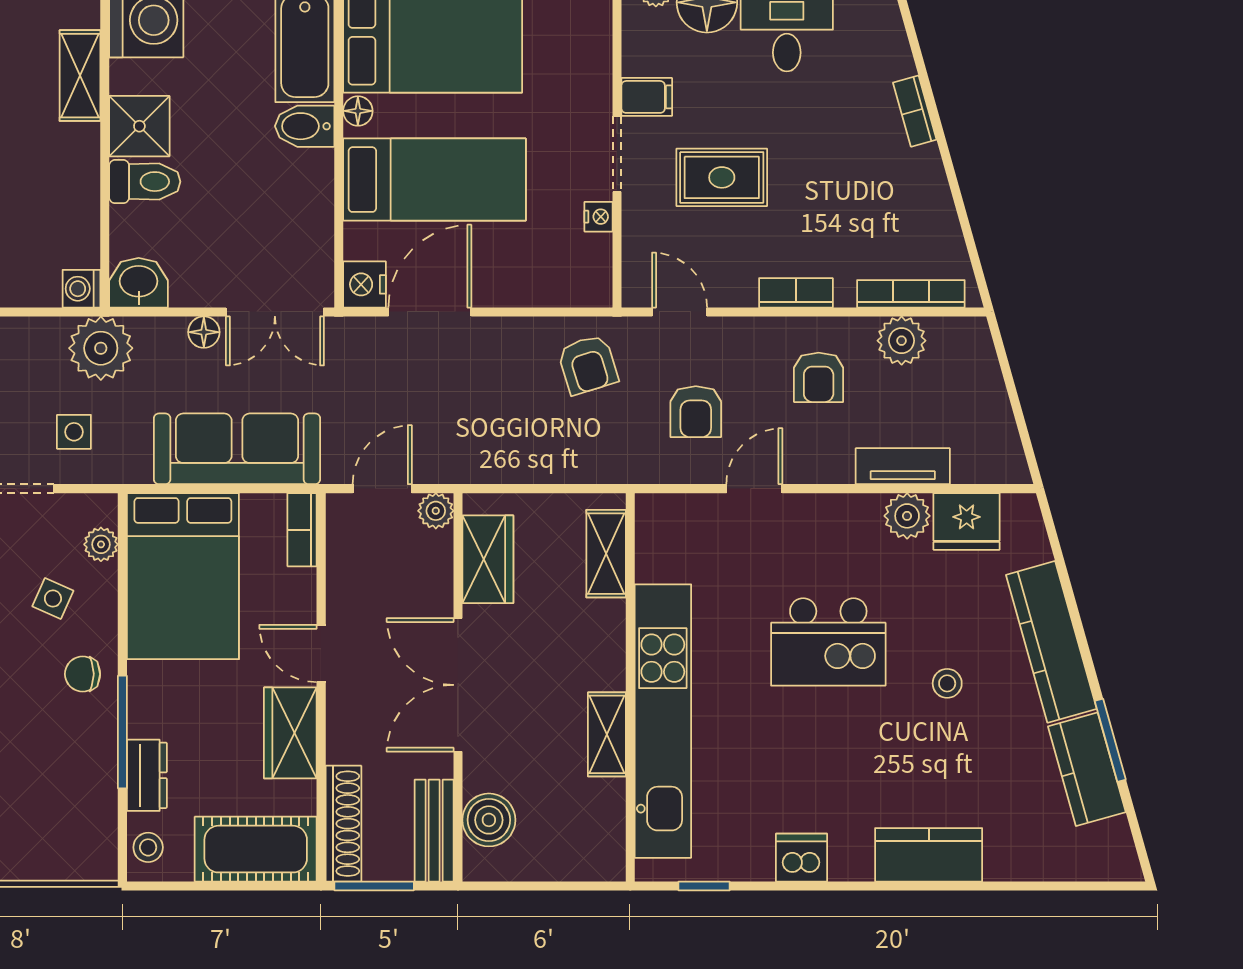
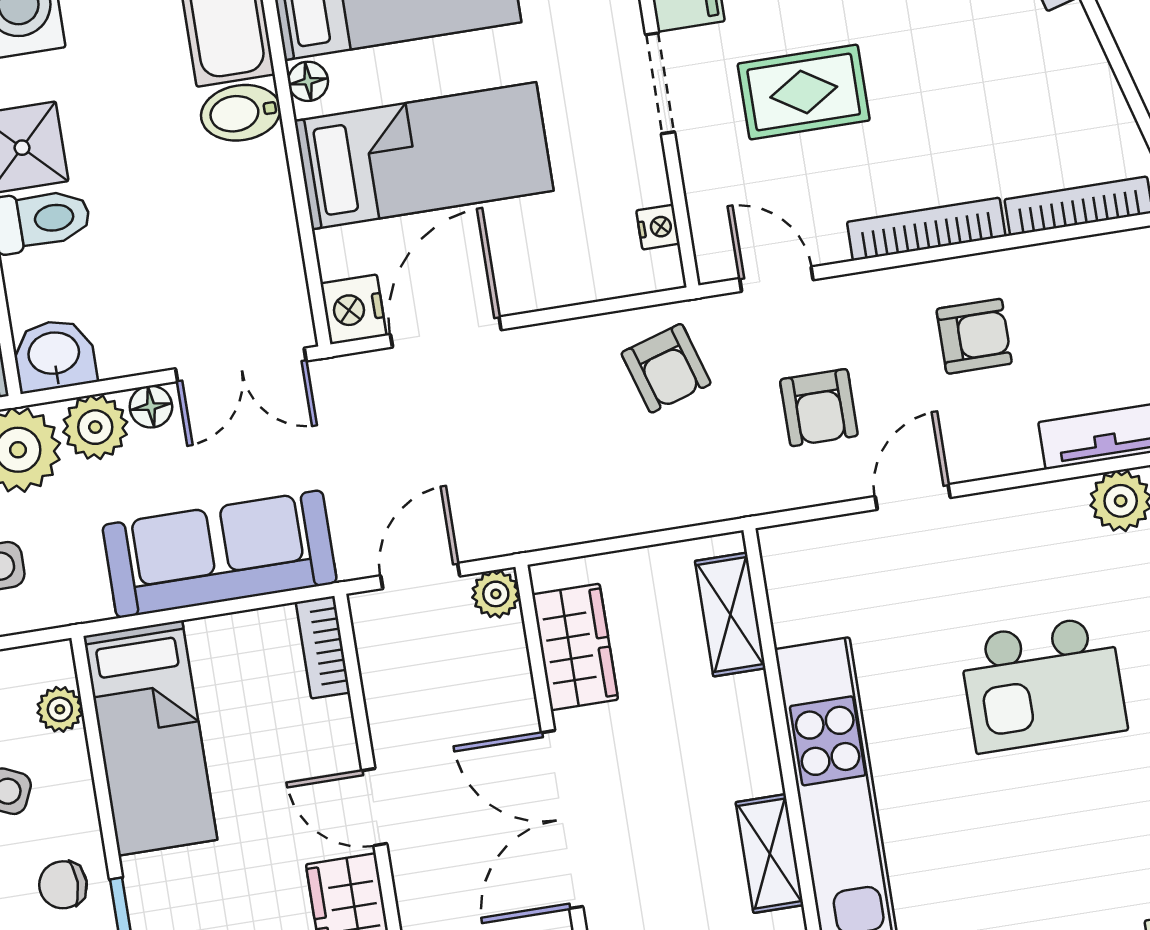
nightstand: (598, 217) -> (658, 227), moved
bookcase: (796, 293) -> (926, 229), width x1.56
plant: (902, 341) -> (95, 427), moved
armchair: (819, 377) -> (974, 336), turned -90
bed: (183, 576) -> (150, 738), width x0.67

